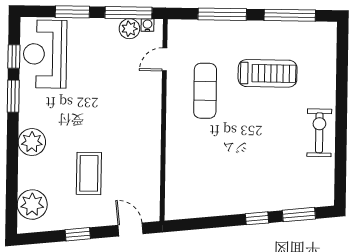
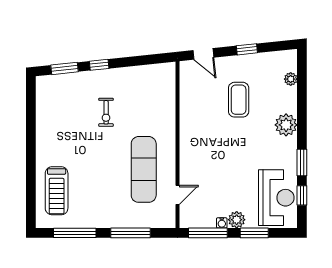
water cooler: (147, 25) -> (222, 223), moved
plant: (129, 29) -> (237, 220), moved
treadmill: (268, 73) -> (57, 191), moved, turned -90
exercise mat: (205, 91) -> (144, 169), width x1.36, depth x1.45
exercise bike: (319, 133) -> (106, 112), moved, width x0.73, depth x0.72
plant: (32, 205) -> (291, 79), width x0.53, depth x0.53

